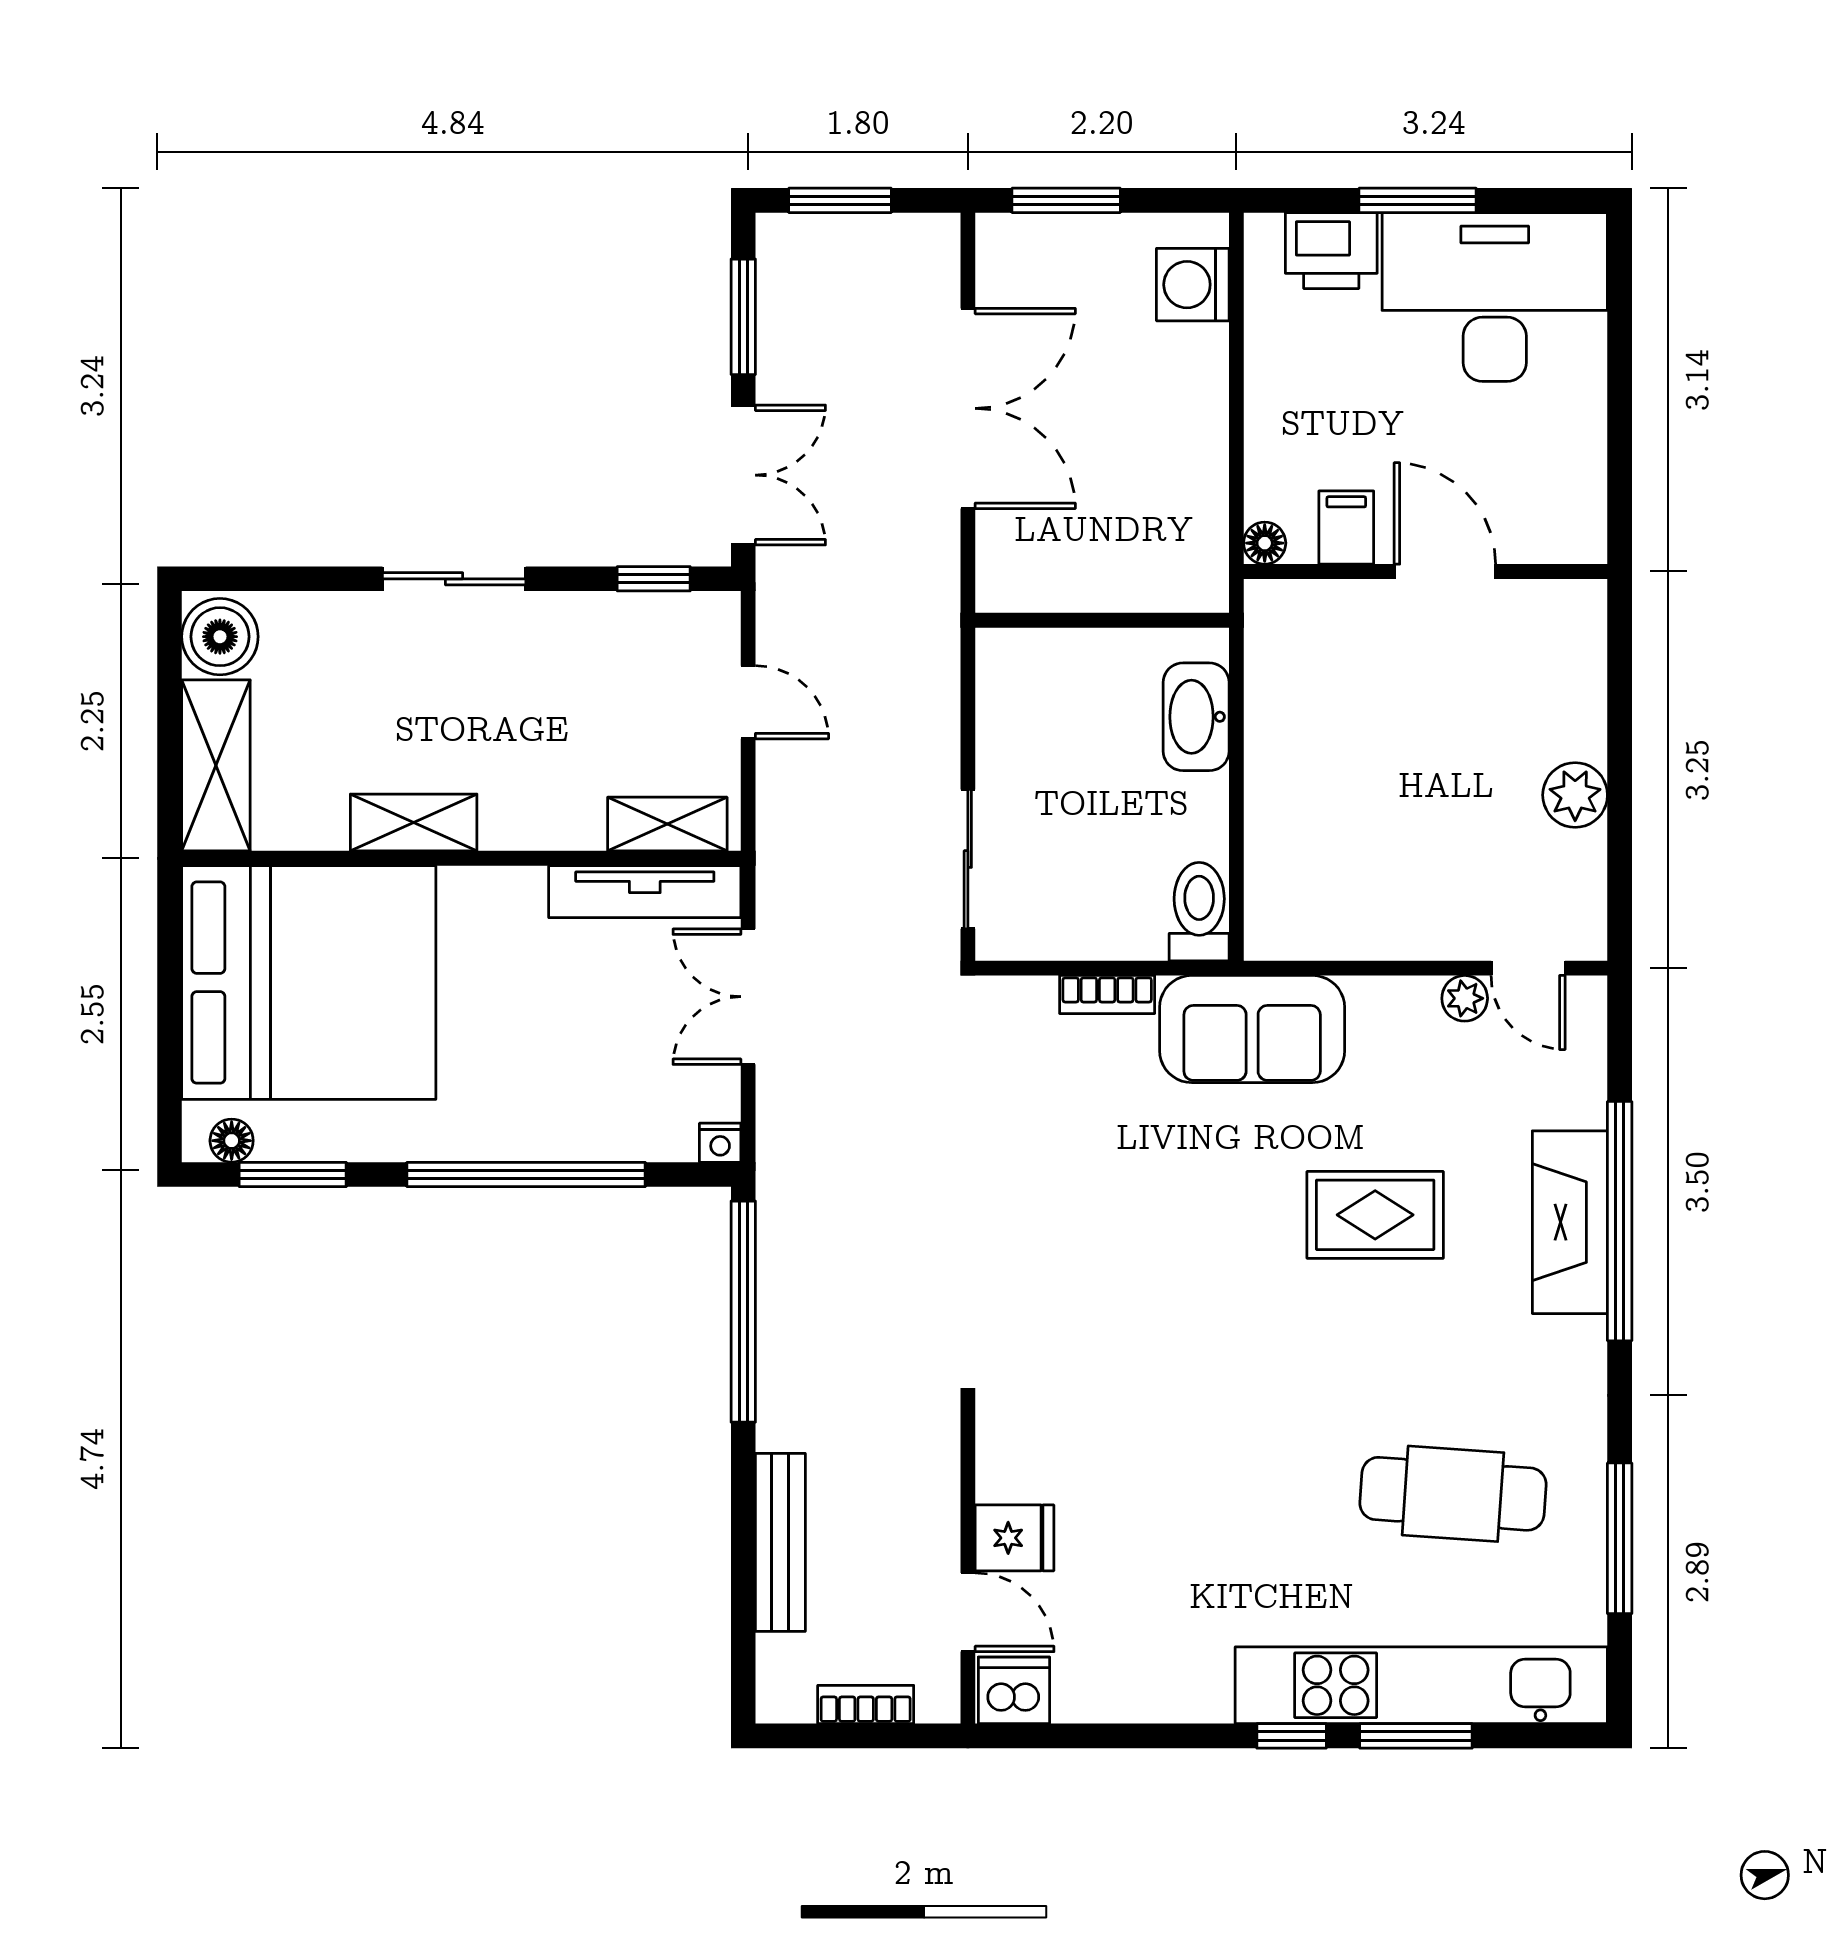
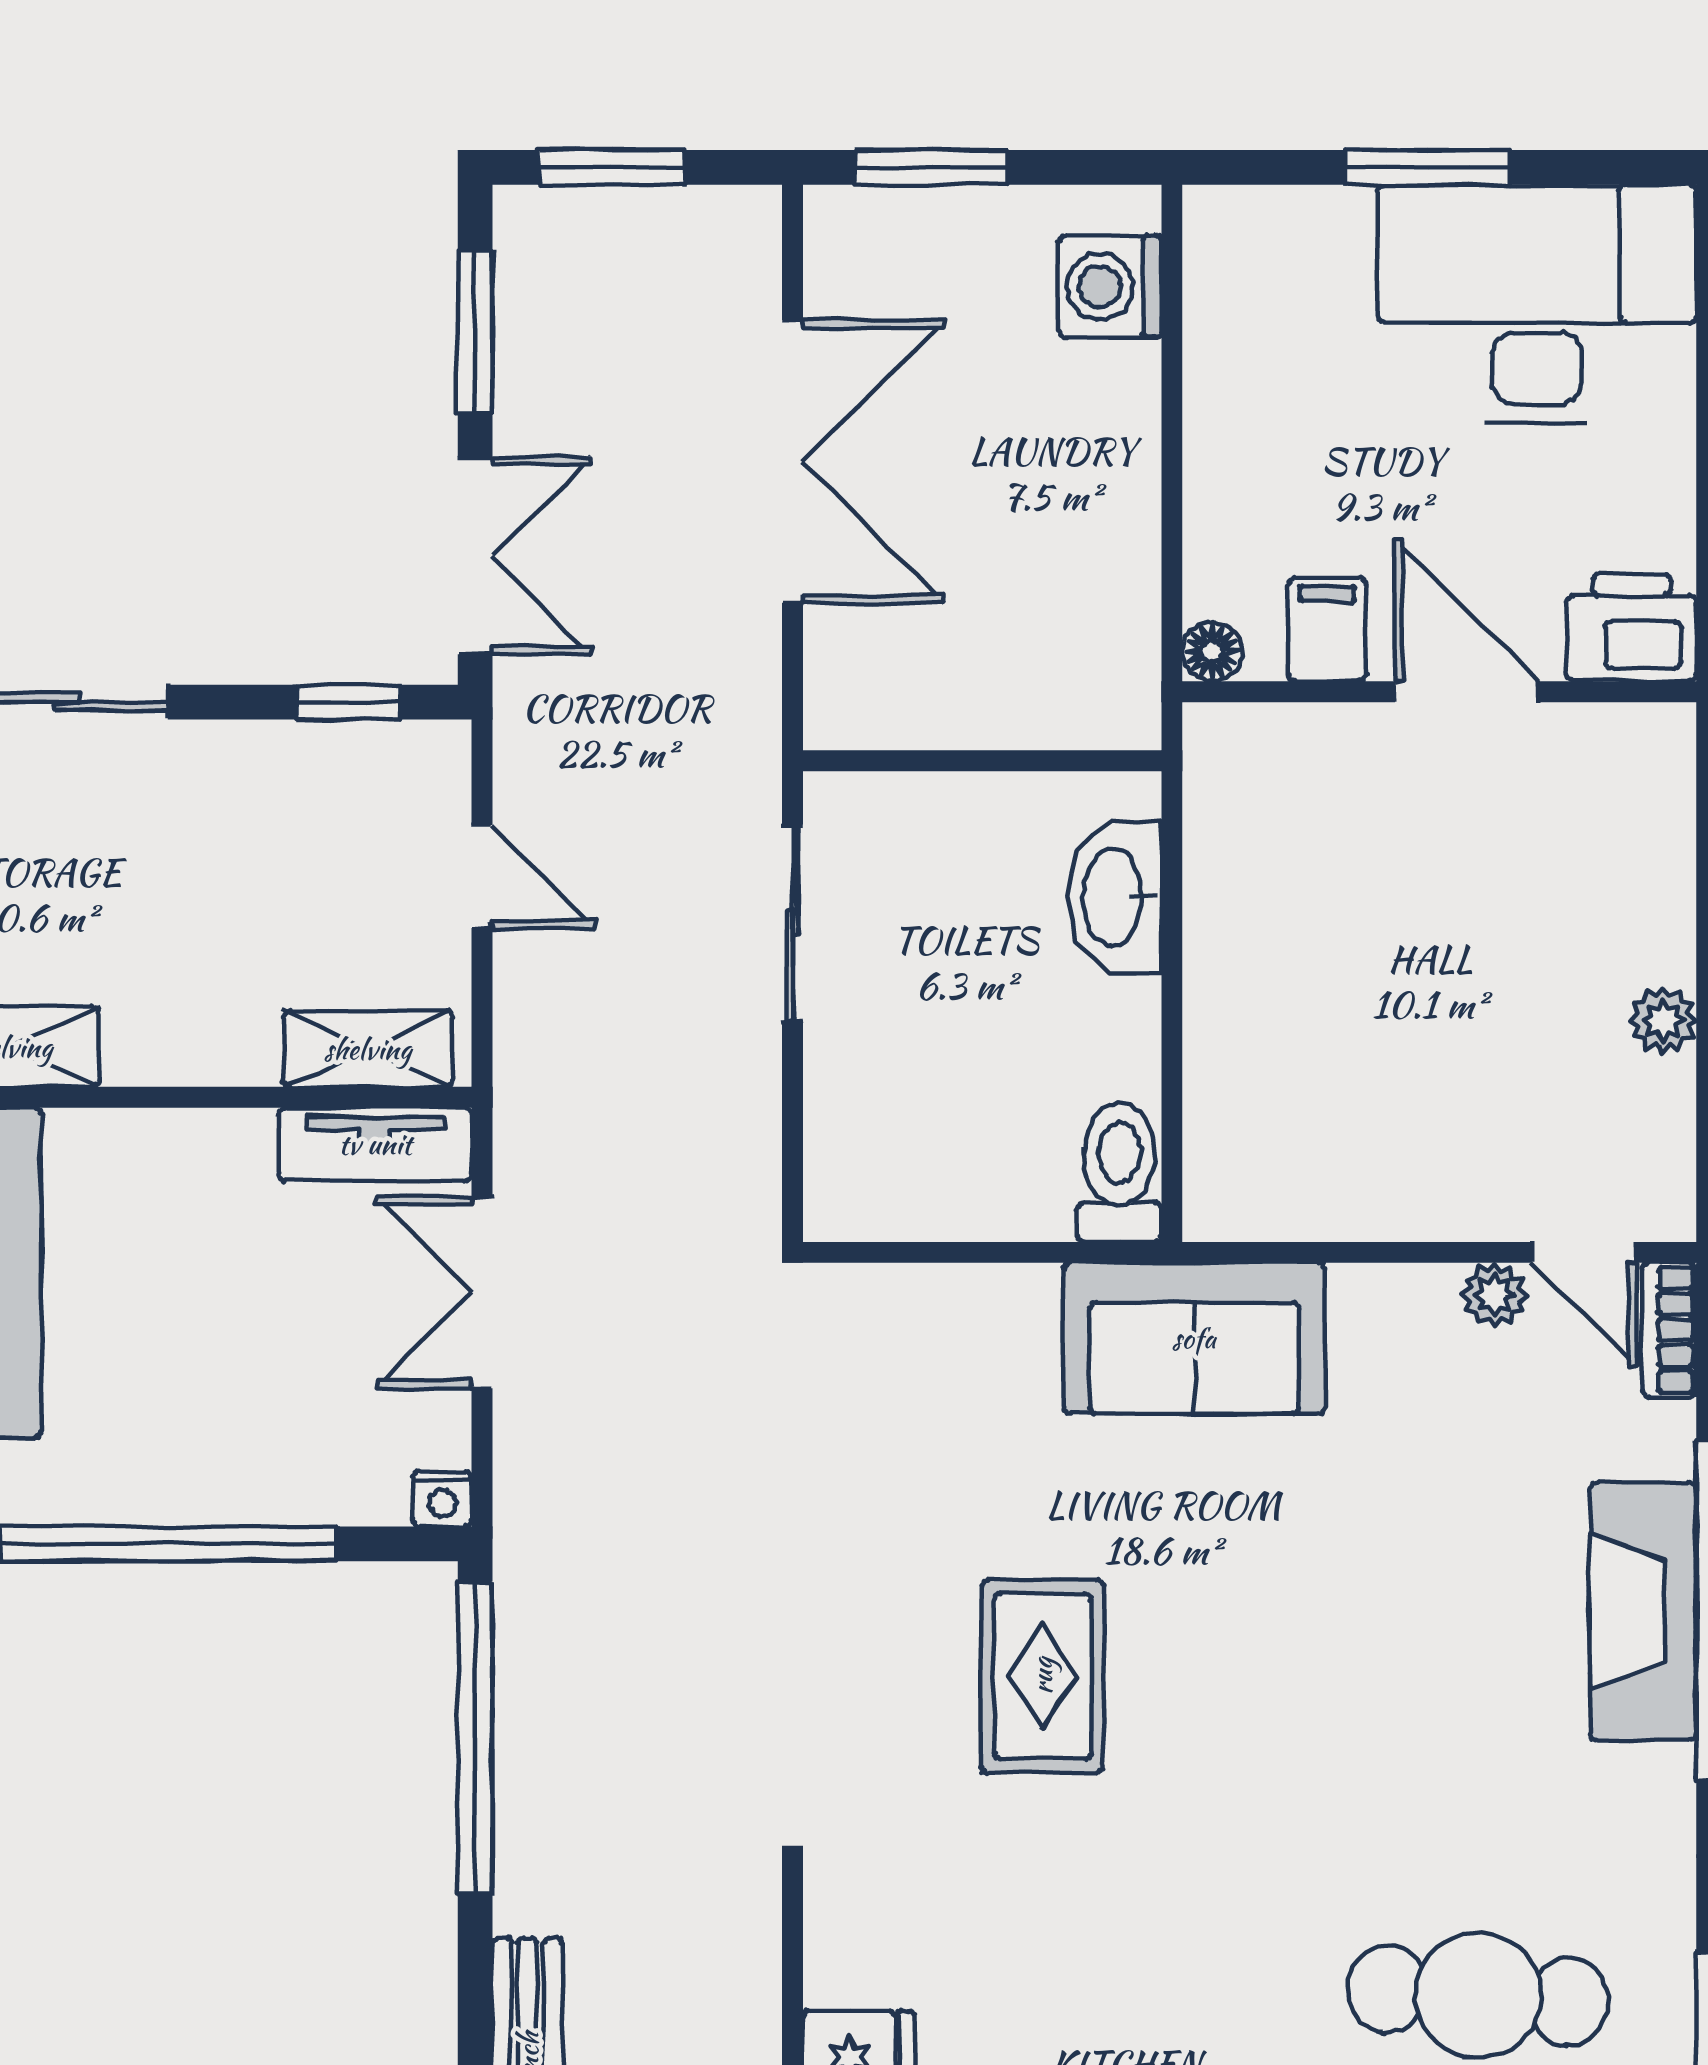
printer: (1331, 251) -> (1631, 628), moved, turned 180
plant: (1575, 795) -> (1663, 1020), width x0.73, depth x0.73
sliding door: (968, 859) -> (792, 923), moved
tv unit: (645, 892) -> (375, 1144), width x0.71
bookcase: (1107, 995) -> (1669, 1330), moved, turned 90
rug: (1375, 1215) -> (1042, 1676), moved, turned 90

